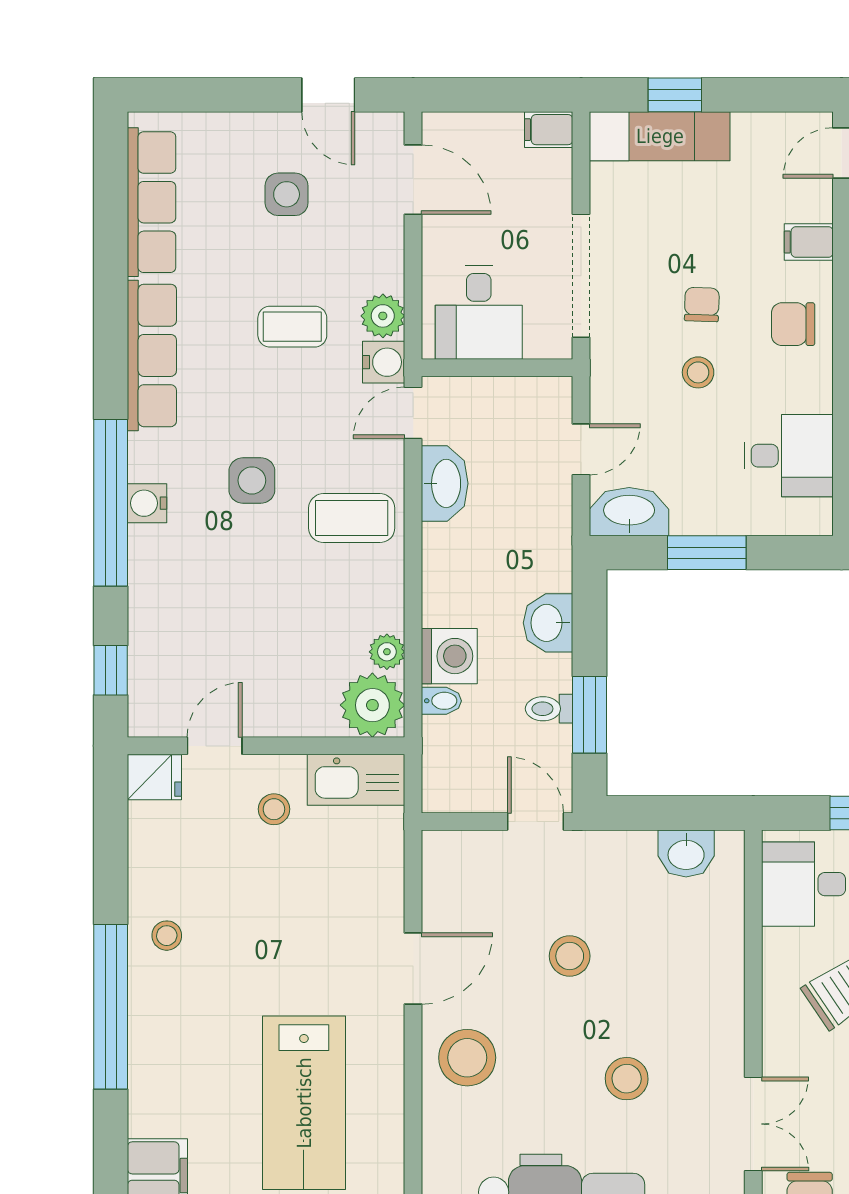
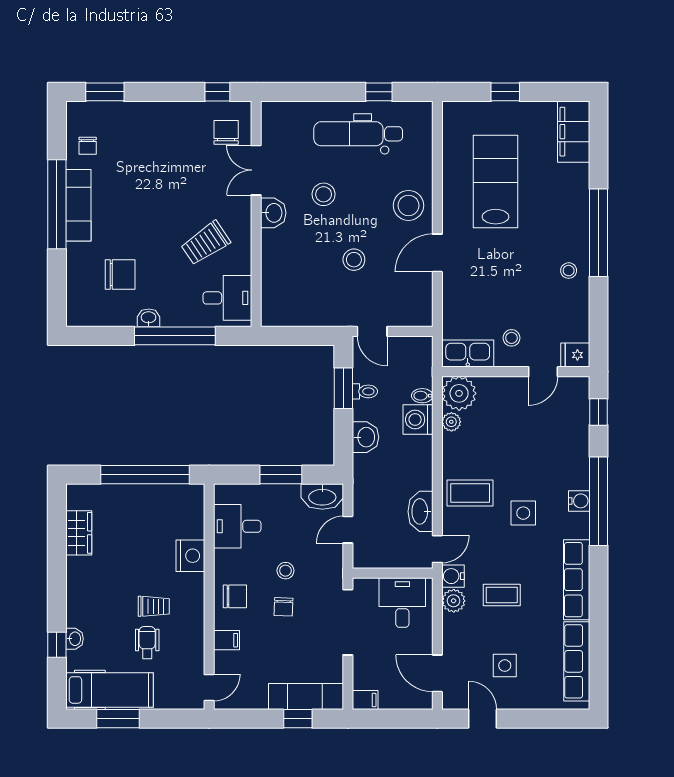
washbasin: (686, 854) -> (273, 213), moved, turned 90

